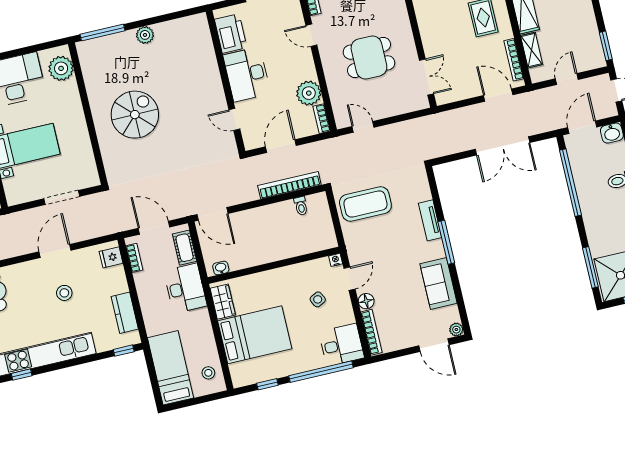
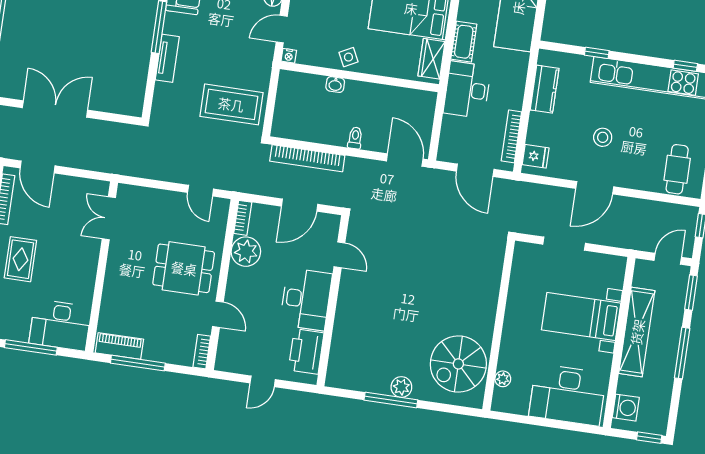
window: (102, 32) -> (391, 400), moved
dining table: (369, 57) -> (184, 268), moved
plant: (61, 68) -> (503, 379), width x0.53, depth x0.53
spiral stairs: (135, 115) -> (458, 364), moved
toilet: (301, 206) -> (355, 138), moved
cot: (185, 248) -> (464, 42), moved
bookcase: (134, 258) -> (511, 136), width x1.56
washbasin: (221, 268) -> (335, 85), moved
side table: (318, 299) -> (348, 57), moved
window: (124, 351) -> (597, 53), moved

